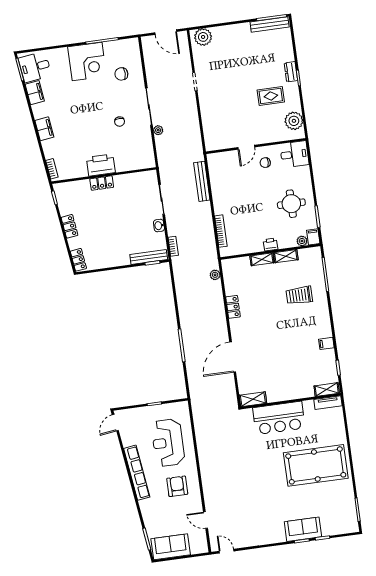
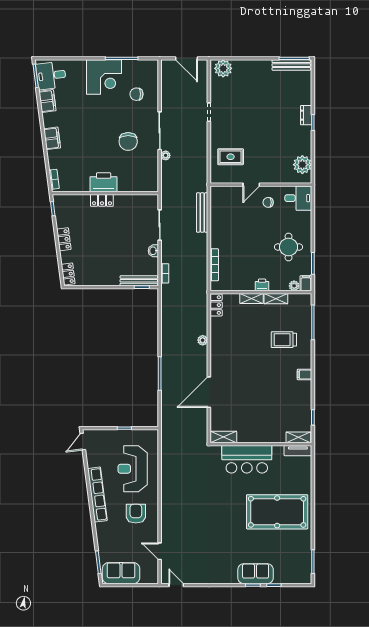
rug: (271, 96) -> (231, 157), moved
chair: (120, 122) -> (128, 141), width x1.87, depth x1.87
plant: (215, 275) -> (203, 340), moved
locker: (233, 307) -> (216, 305), moved
filing cabinet: (326, 343) -> (304, 375), moved

